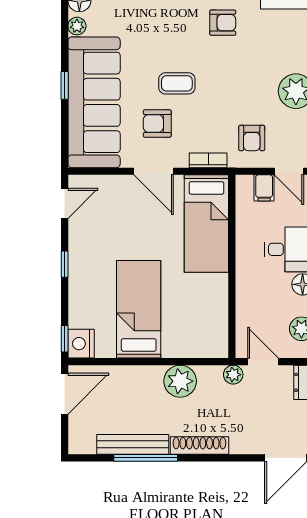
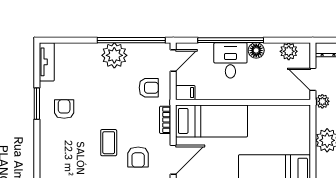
filing cabinet: (264, 188) -> (185, 93), moved
door: (263, 362) -> (313, 79), hinge flipped

